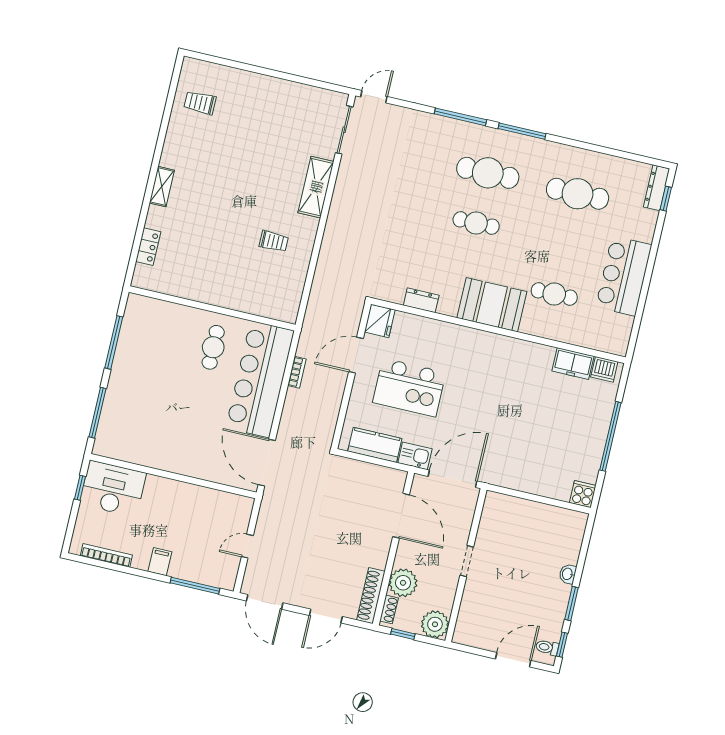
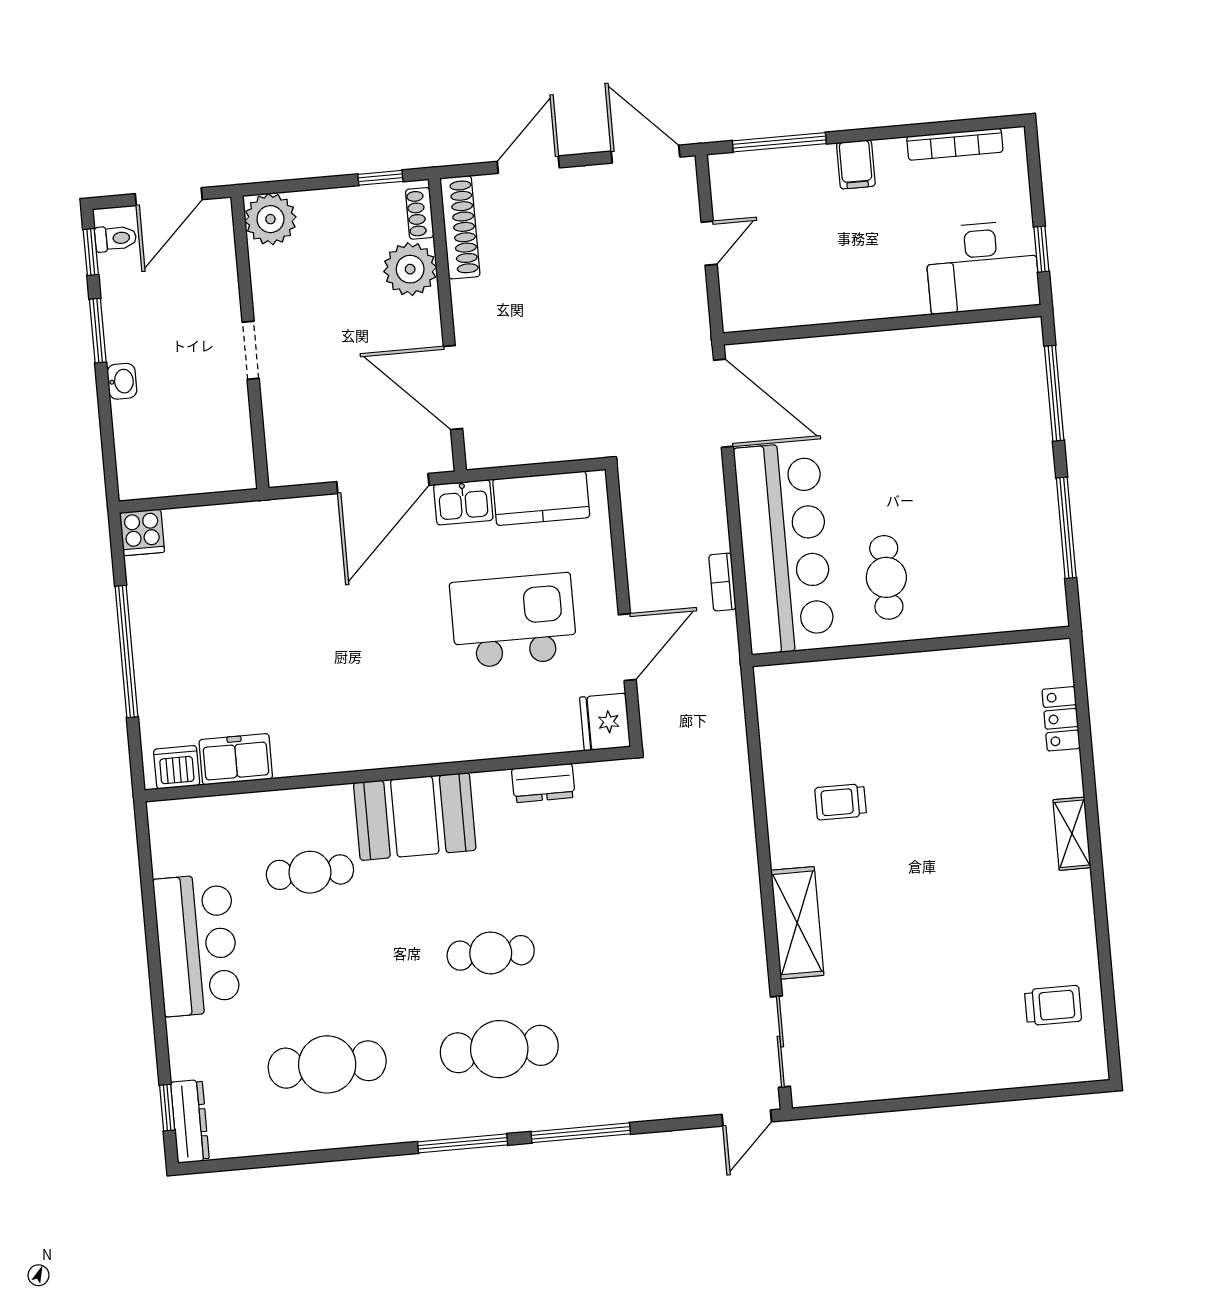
doorway: (467, 561) -> (251, 350), moved
wall: (466, 565) -> (250, 342), moved
plant: (435, 624) -> (270, 219), moved

